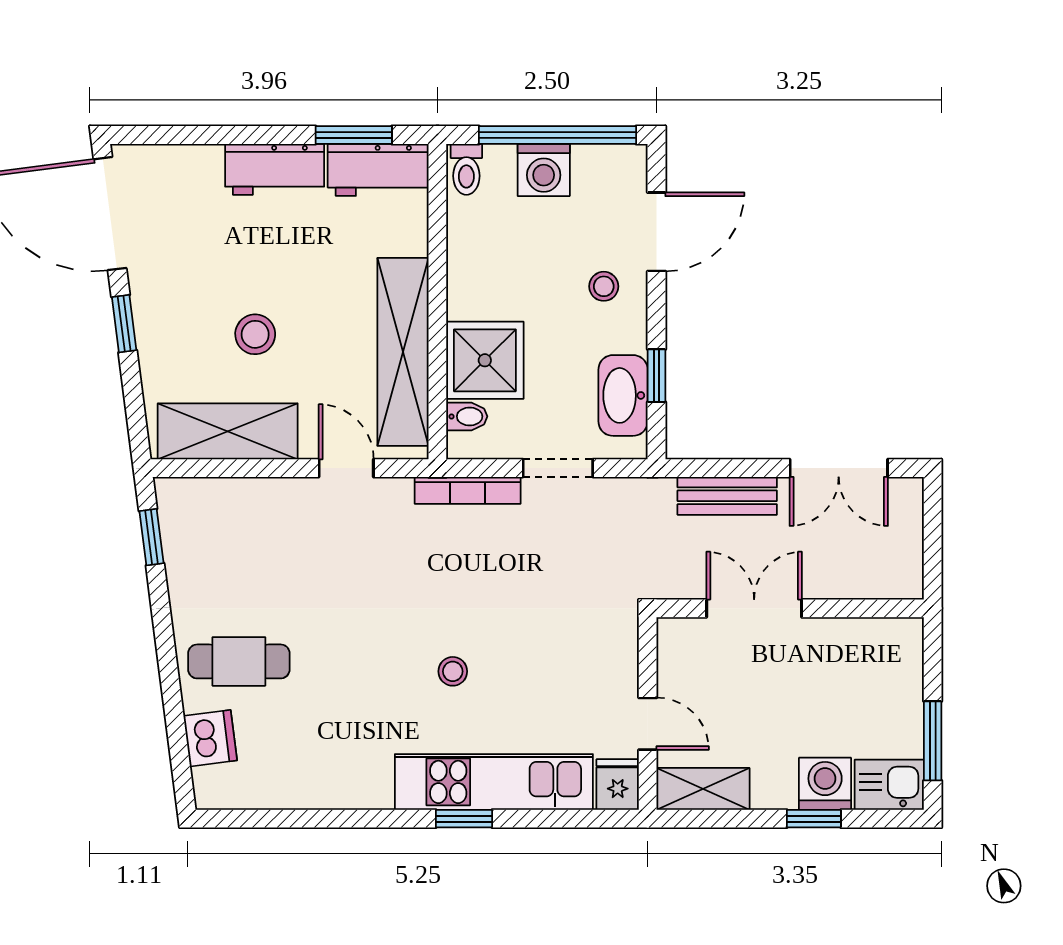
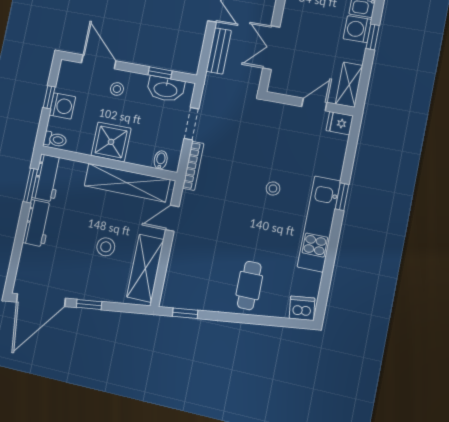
window: (557, 135) -> (49, 97), width x0.32
shower: (485, 360) -> (111, 142), moved
dishwasher: (210, 738) -> (302, 308), moved
kitchen unit: (494, 782) -> (319, 224), moved

